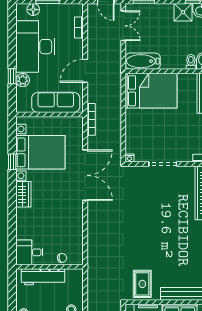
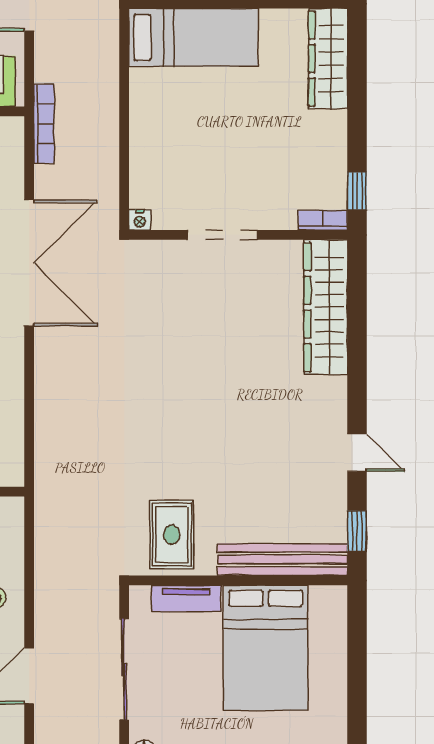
bed: (151, 91) -> (193, 37), width x0.67

